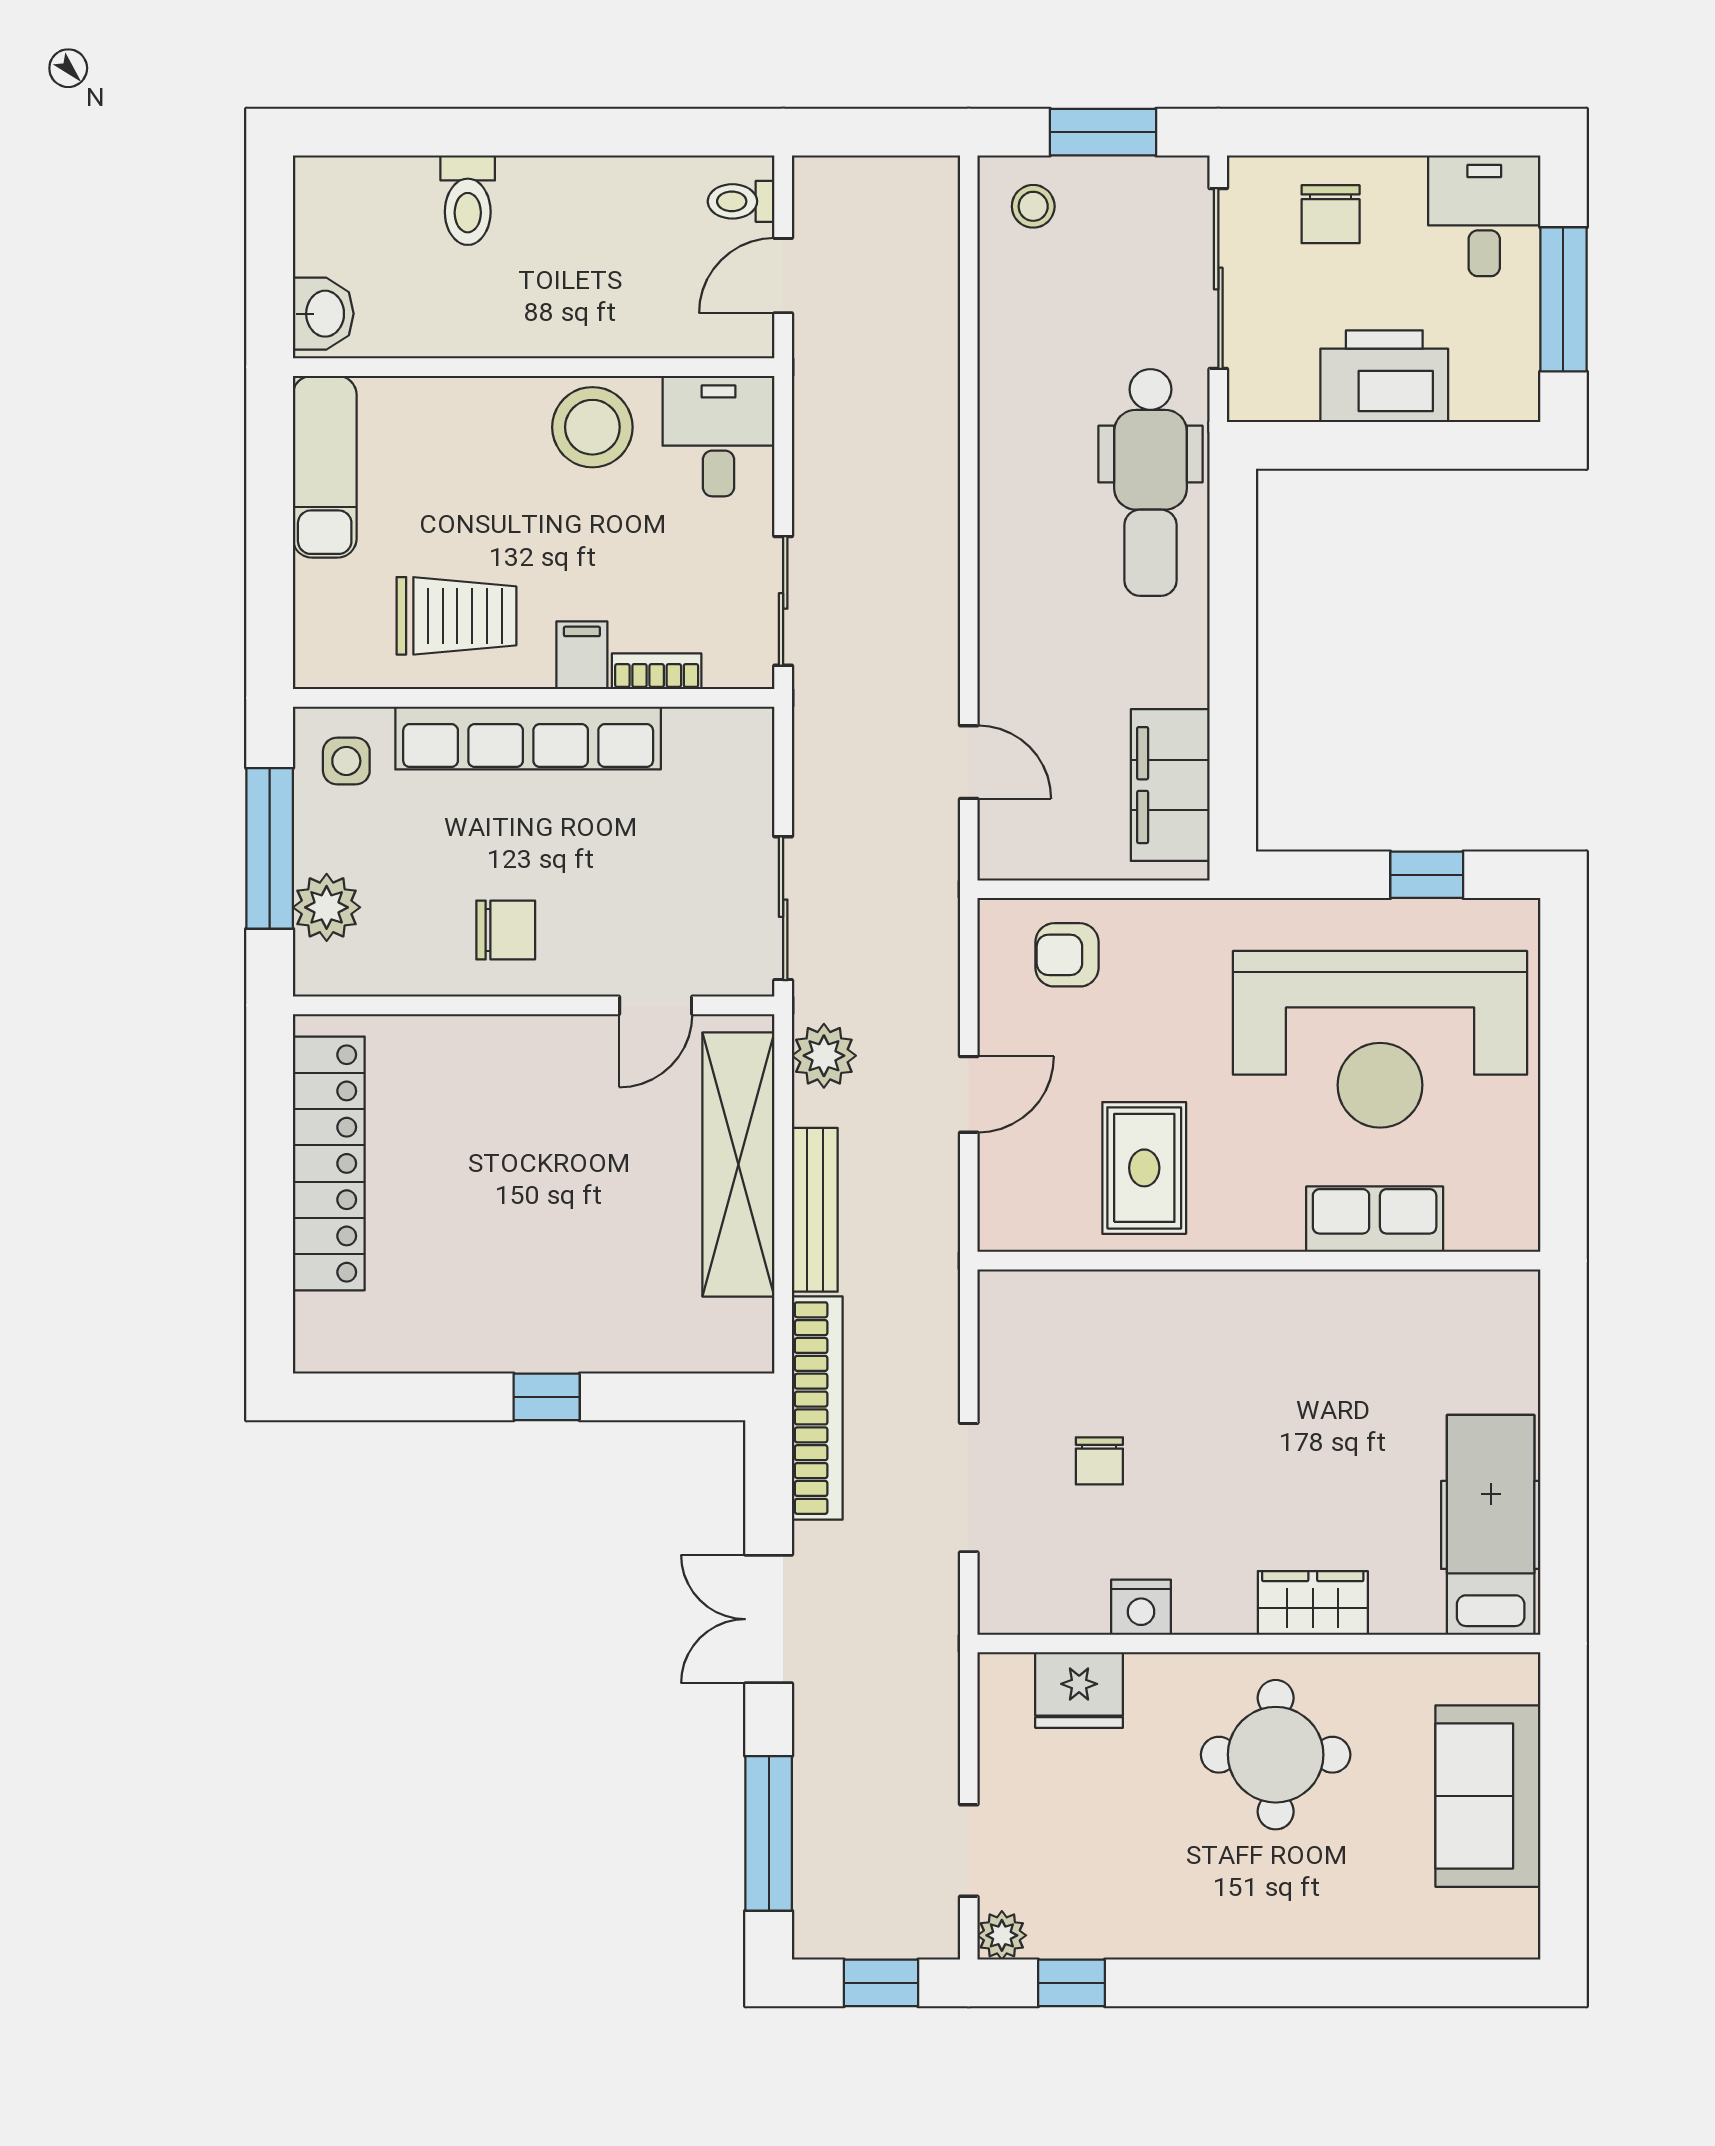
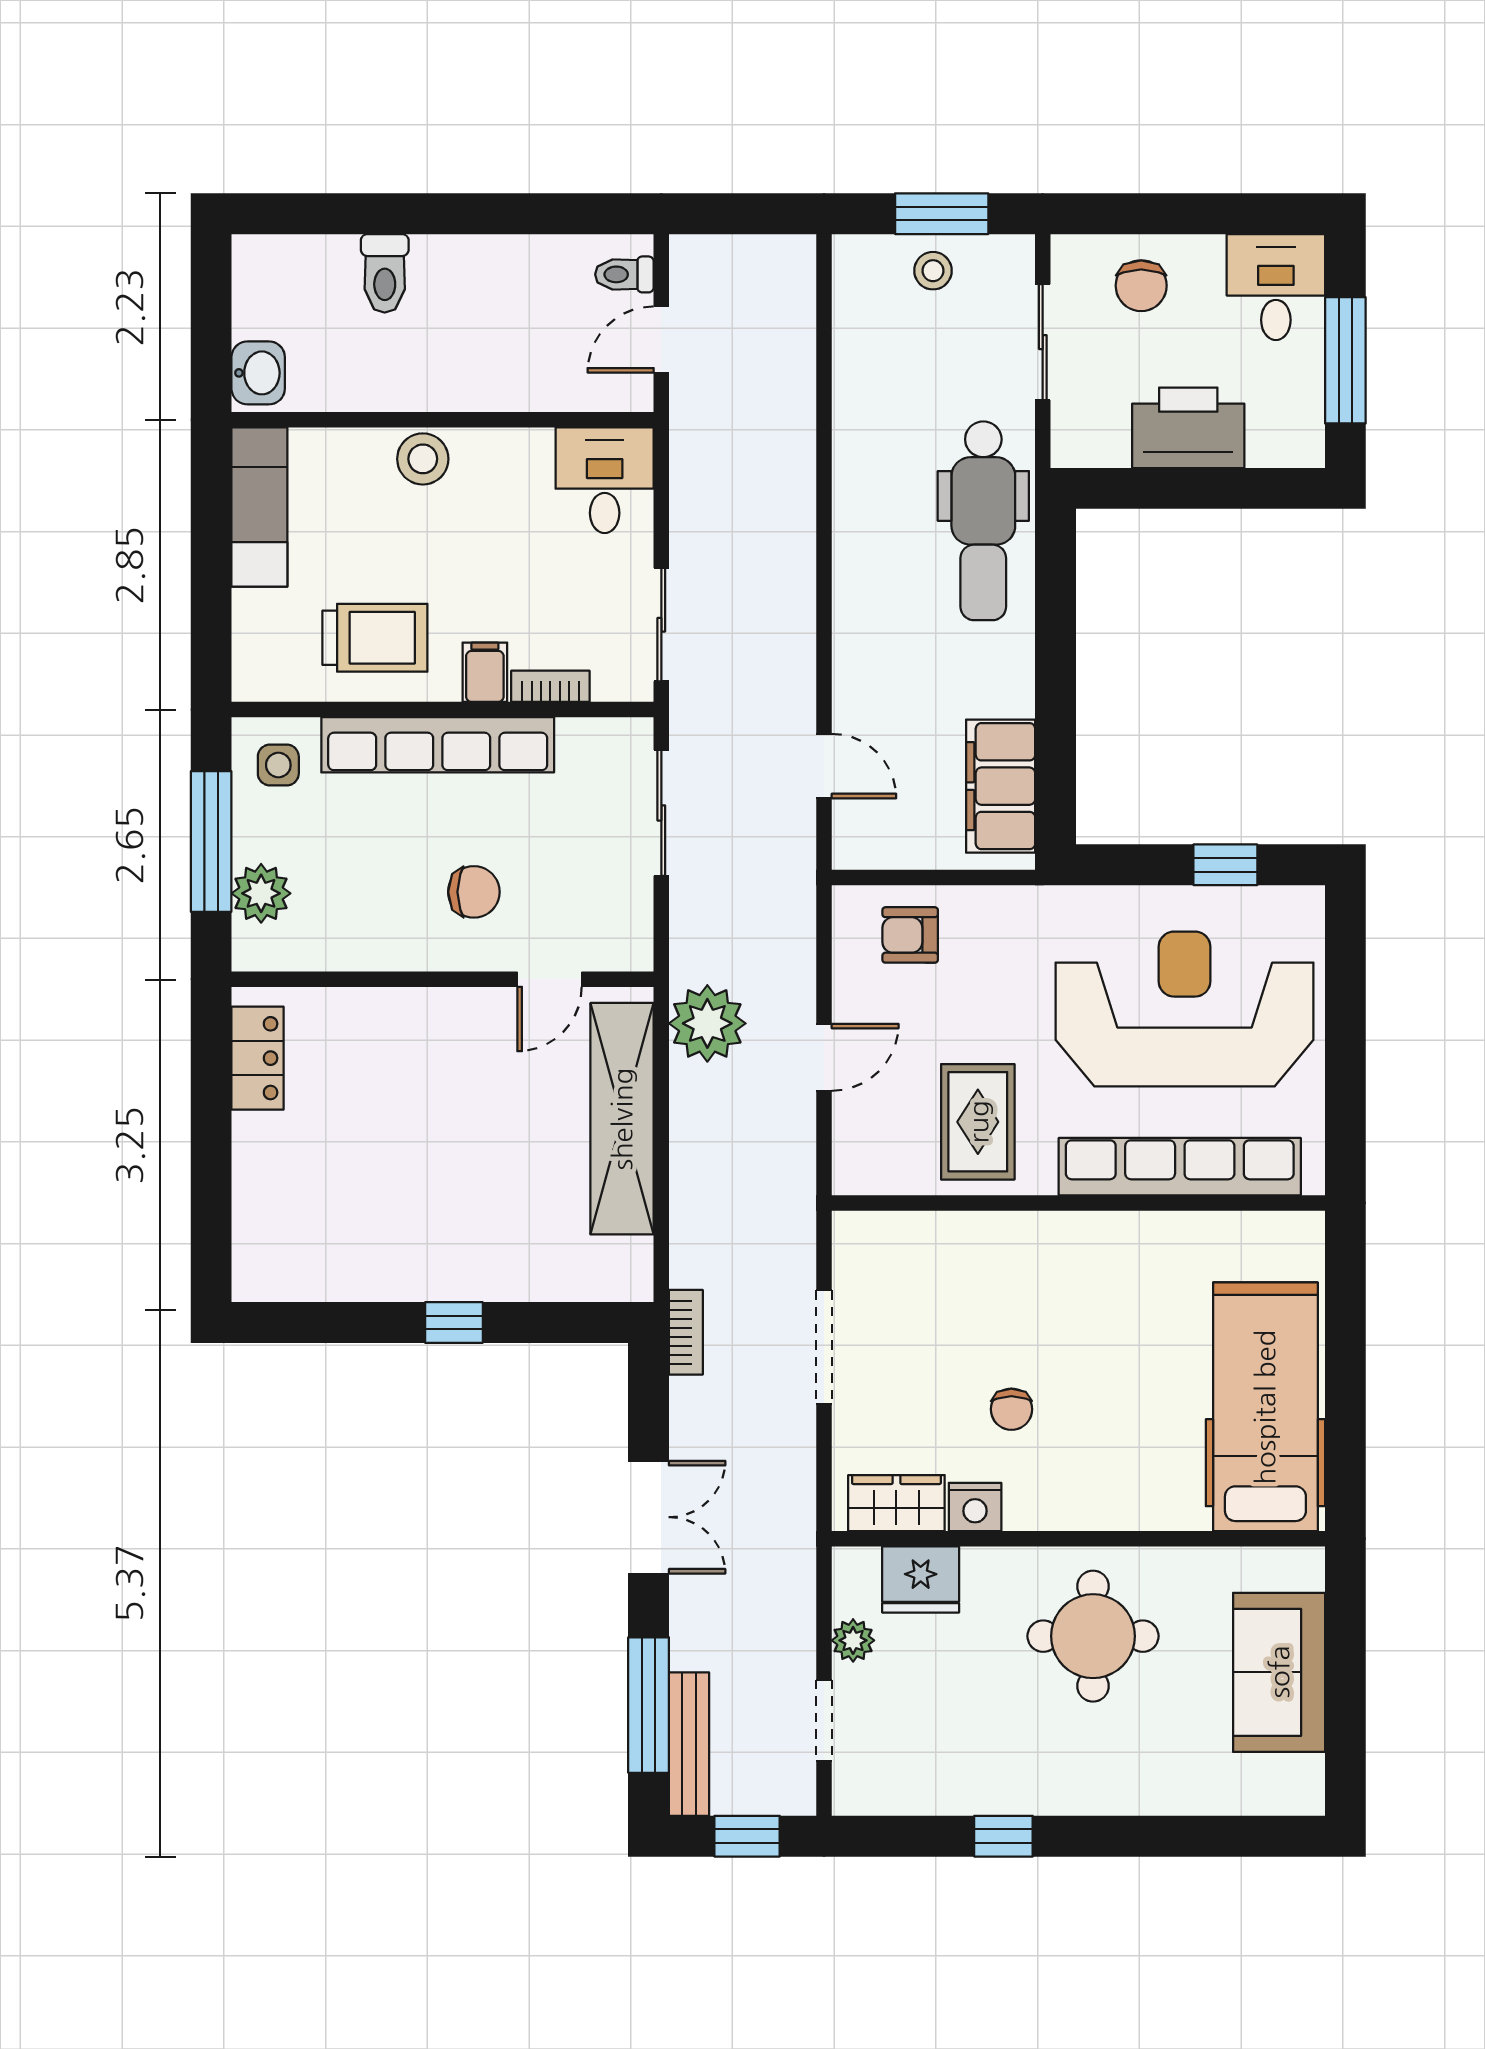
stool: (1033, 206) -> (933, 271), moved
sliding door: (1218, 279) -> (1043, 342), width x0.73
stool: (592, 427) -> (423, 459), moved, width x0.73, depth x0.73
sliding door: (783, 908) -> (661, 813), moved
chair: (506, 930) -> (474, 892), moved
reception desk: (1380, 1039) -> (1185, 1009), turned 180
plant: (824, 1056) -> (707, 1023), width x1.36, depth x1.36
locker: (329, 1163) -> (258, 1058), width x0.46, depth x0.83
bench: (815, 1210) -> (689, 1744), moved
row of seats: (1375, 1219) -> (1180, 1167), width x2.02
bookcase: (817, 1408) -> (686, 1332), width x0.43, depth x0.76
chair: (1099, 1461) -> (1011, 1409), moved
doorway: (969, 1488) -> (824, 1347), moved
hospital bed: (1491, 1525) -> (1265, 1407), width x1.37, depth x1.29
wardrobe: (1313, 1603) -> (896, 1503), moved
double door: (769, 1619) -> (649, 1517), swing flipped
plant: (1002, 1935) -> (853, 1640), moved
window: (1072, 1983) -> (1003, 1836), moved

